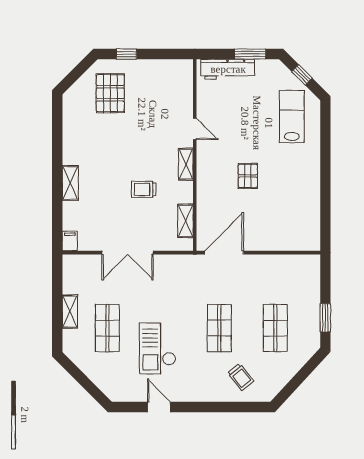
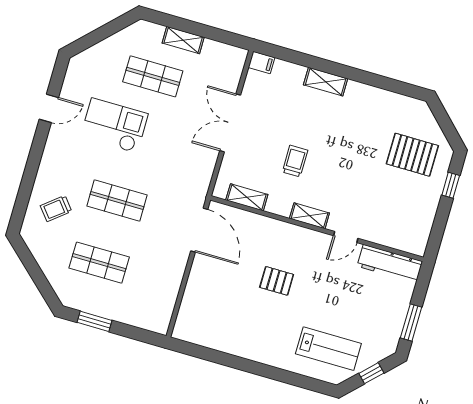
workbench: (228, 69) -> (390, 264), moved, turned -90

